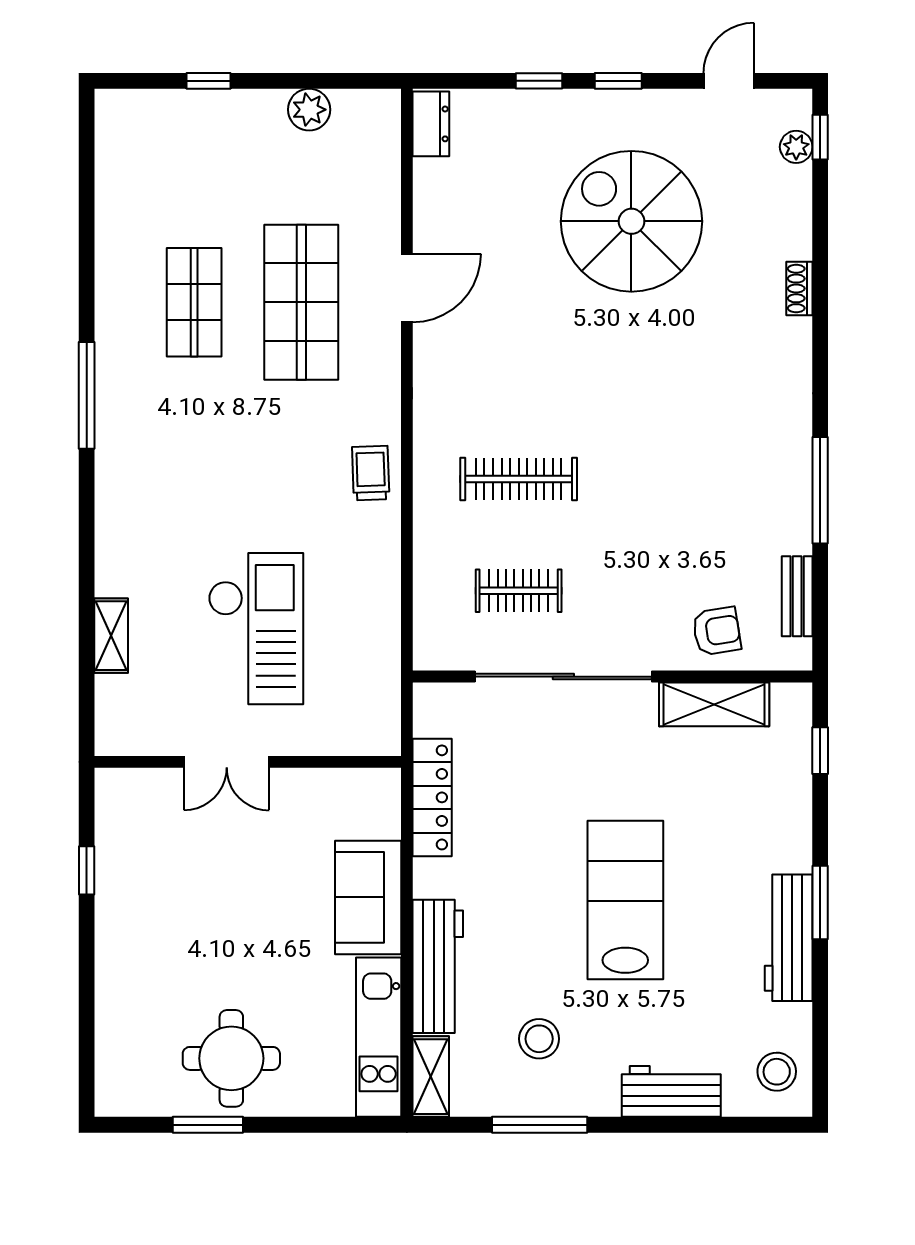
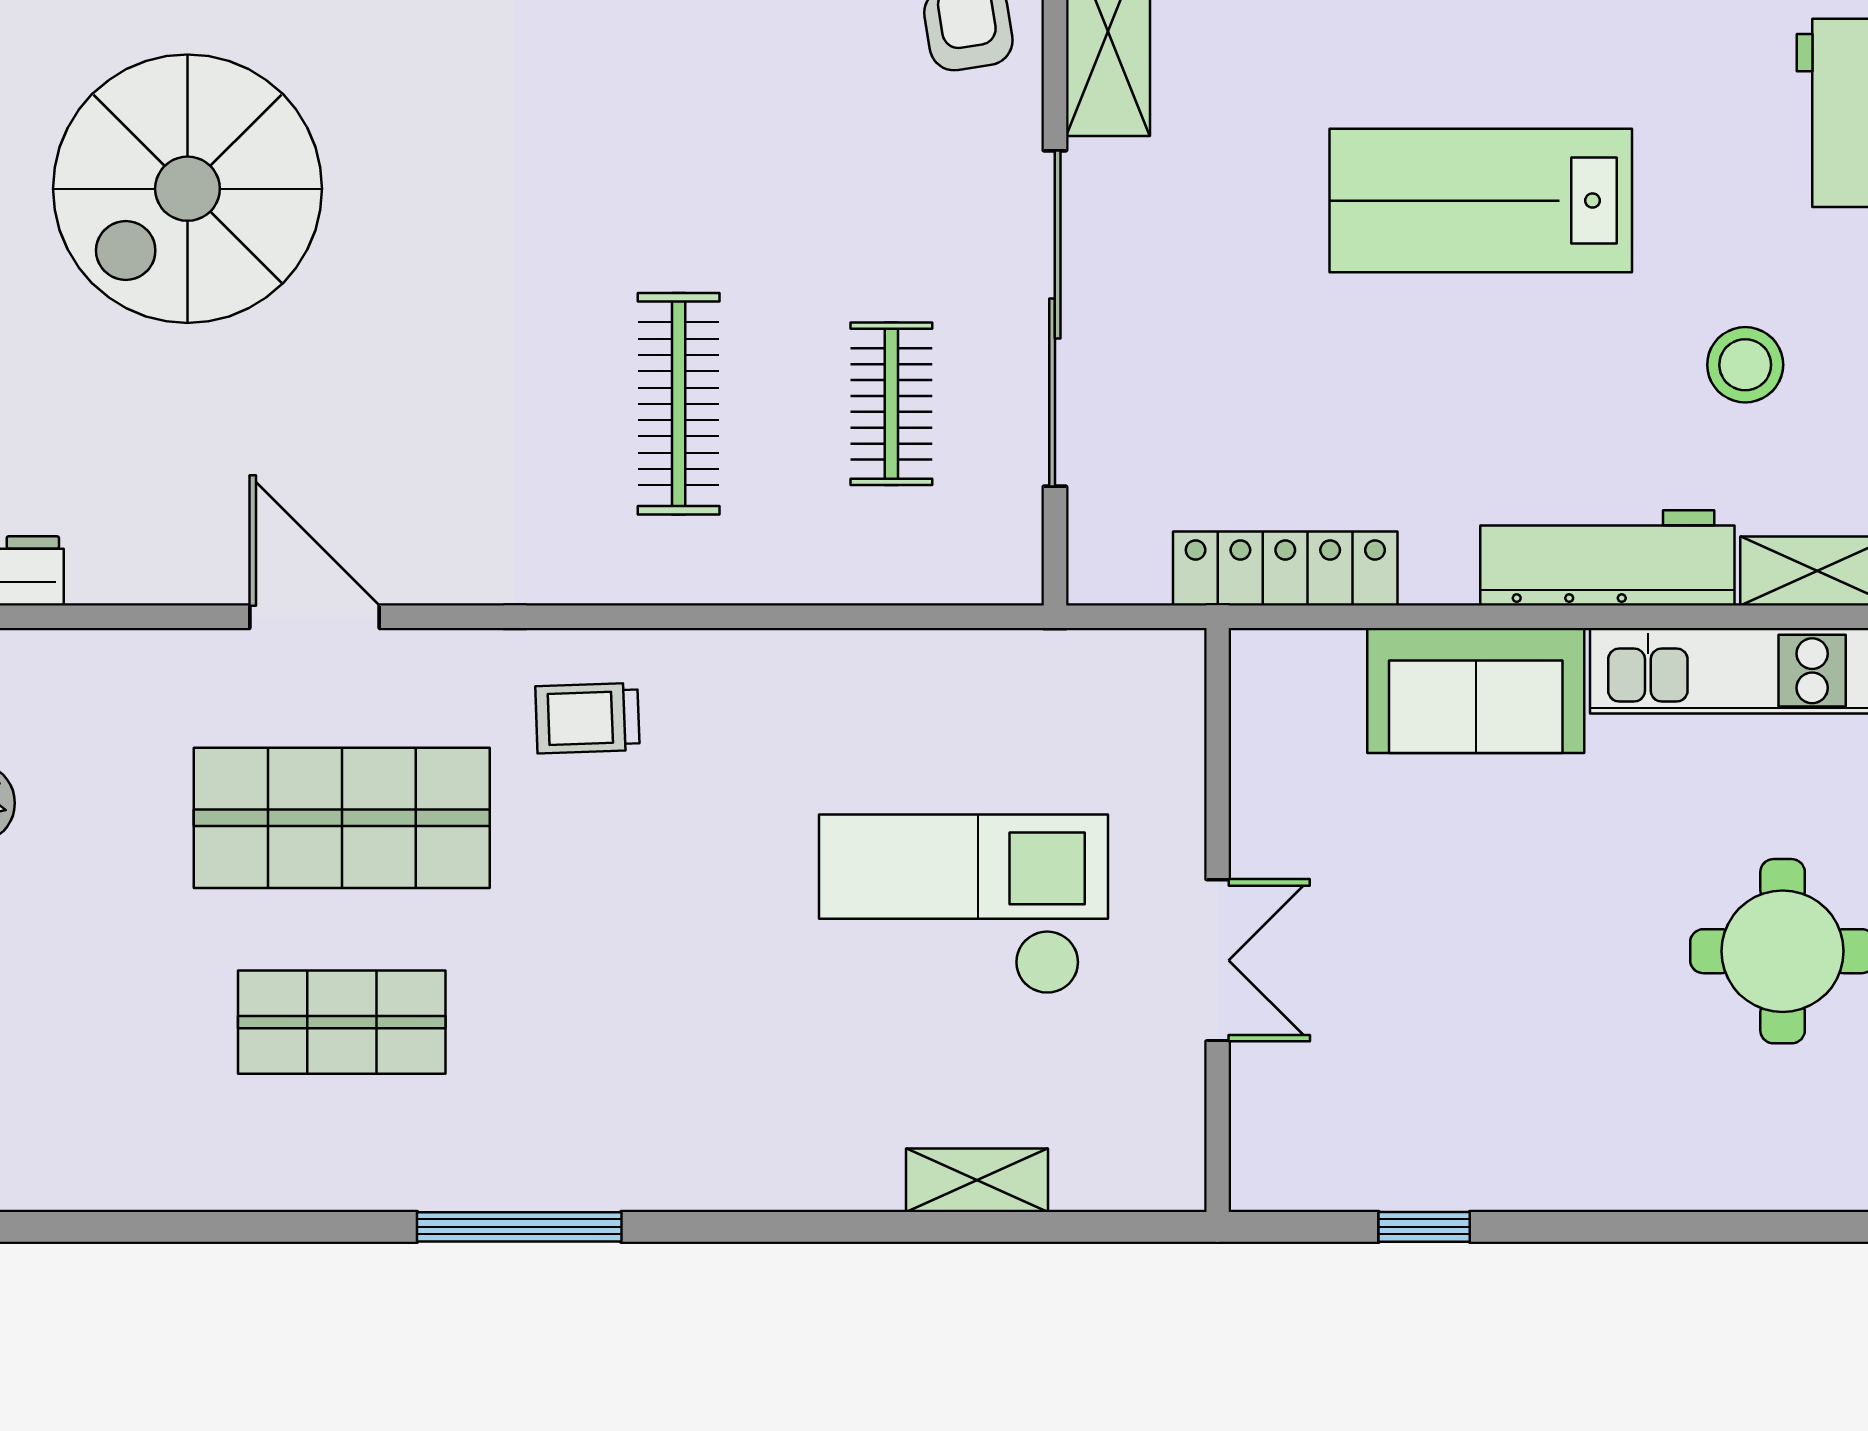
trolley: (371, 473) -> (587, 718), moved

